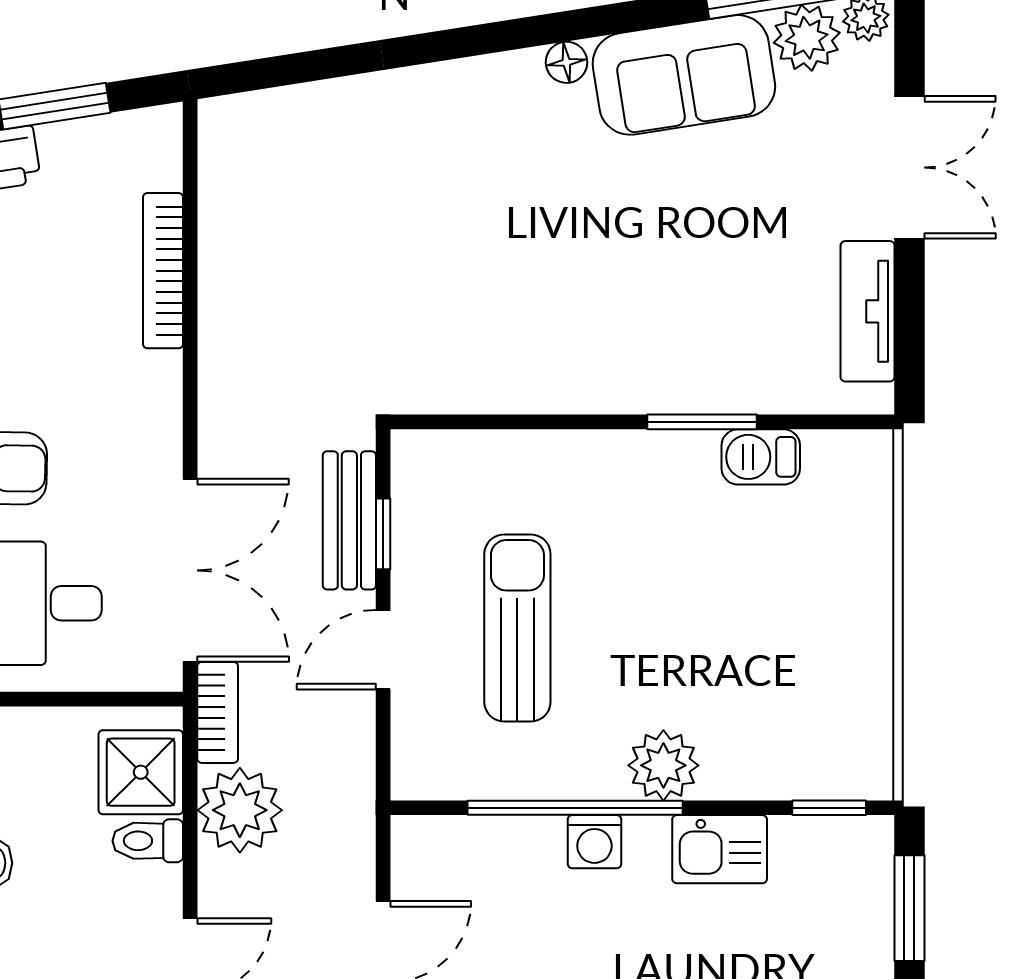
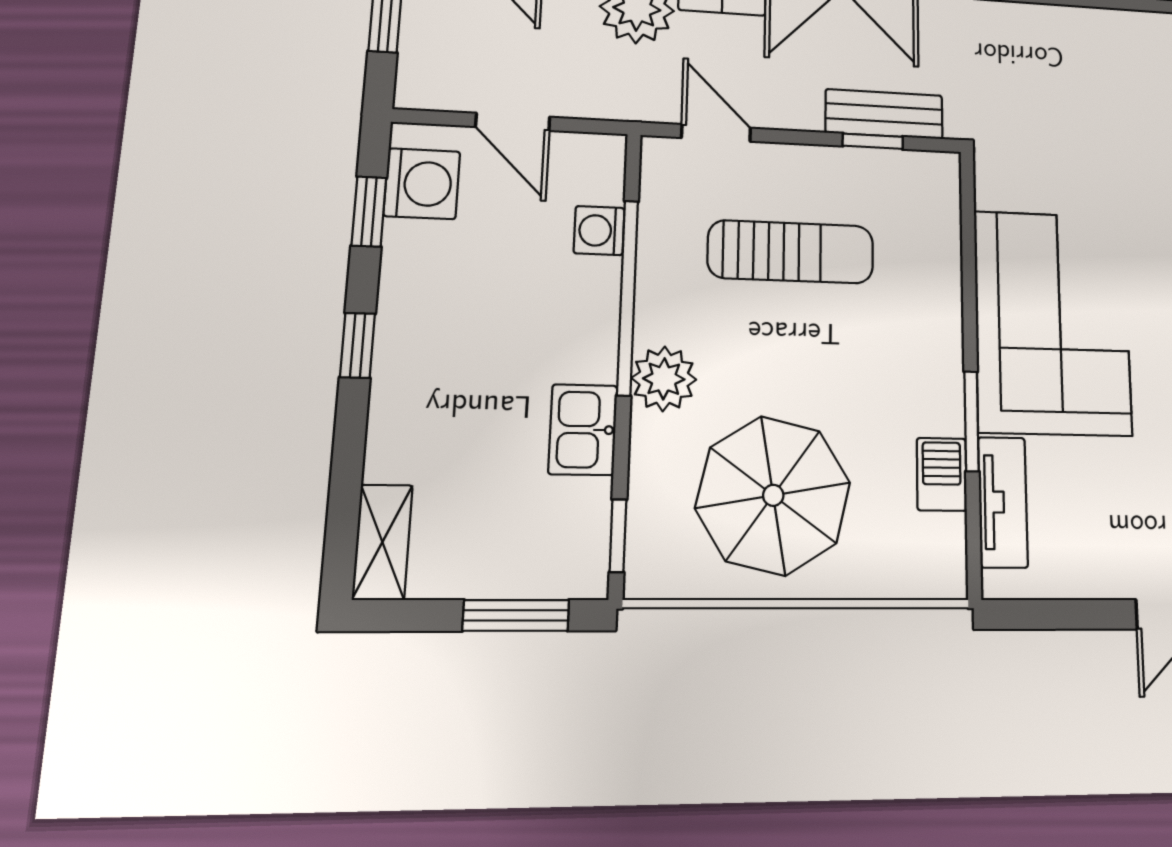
tv unit: (868, 311) -> (1003, 502), moved, turned 90
corner sofa: (588, 324) -> (1052, 323), added
parasol: (786, 644) -> (773, 495), added
door: (383, 650) -> (716, 133), moved
washing machine: (594, 842) -> (599, 231), moved

